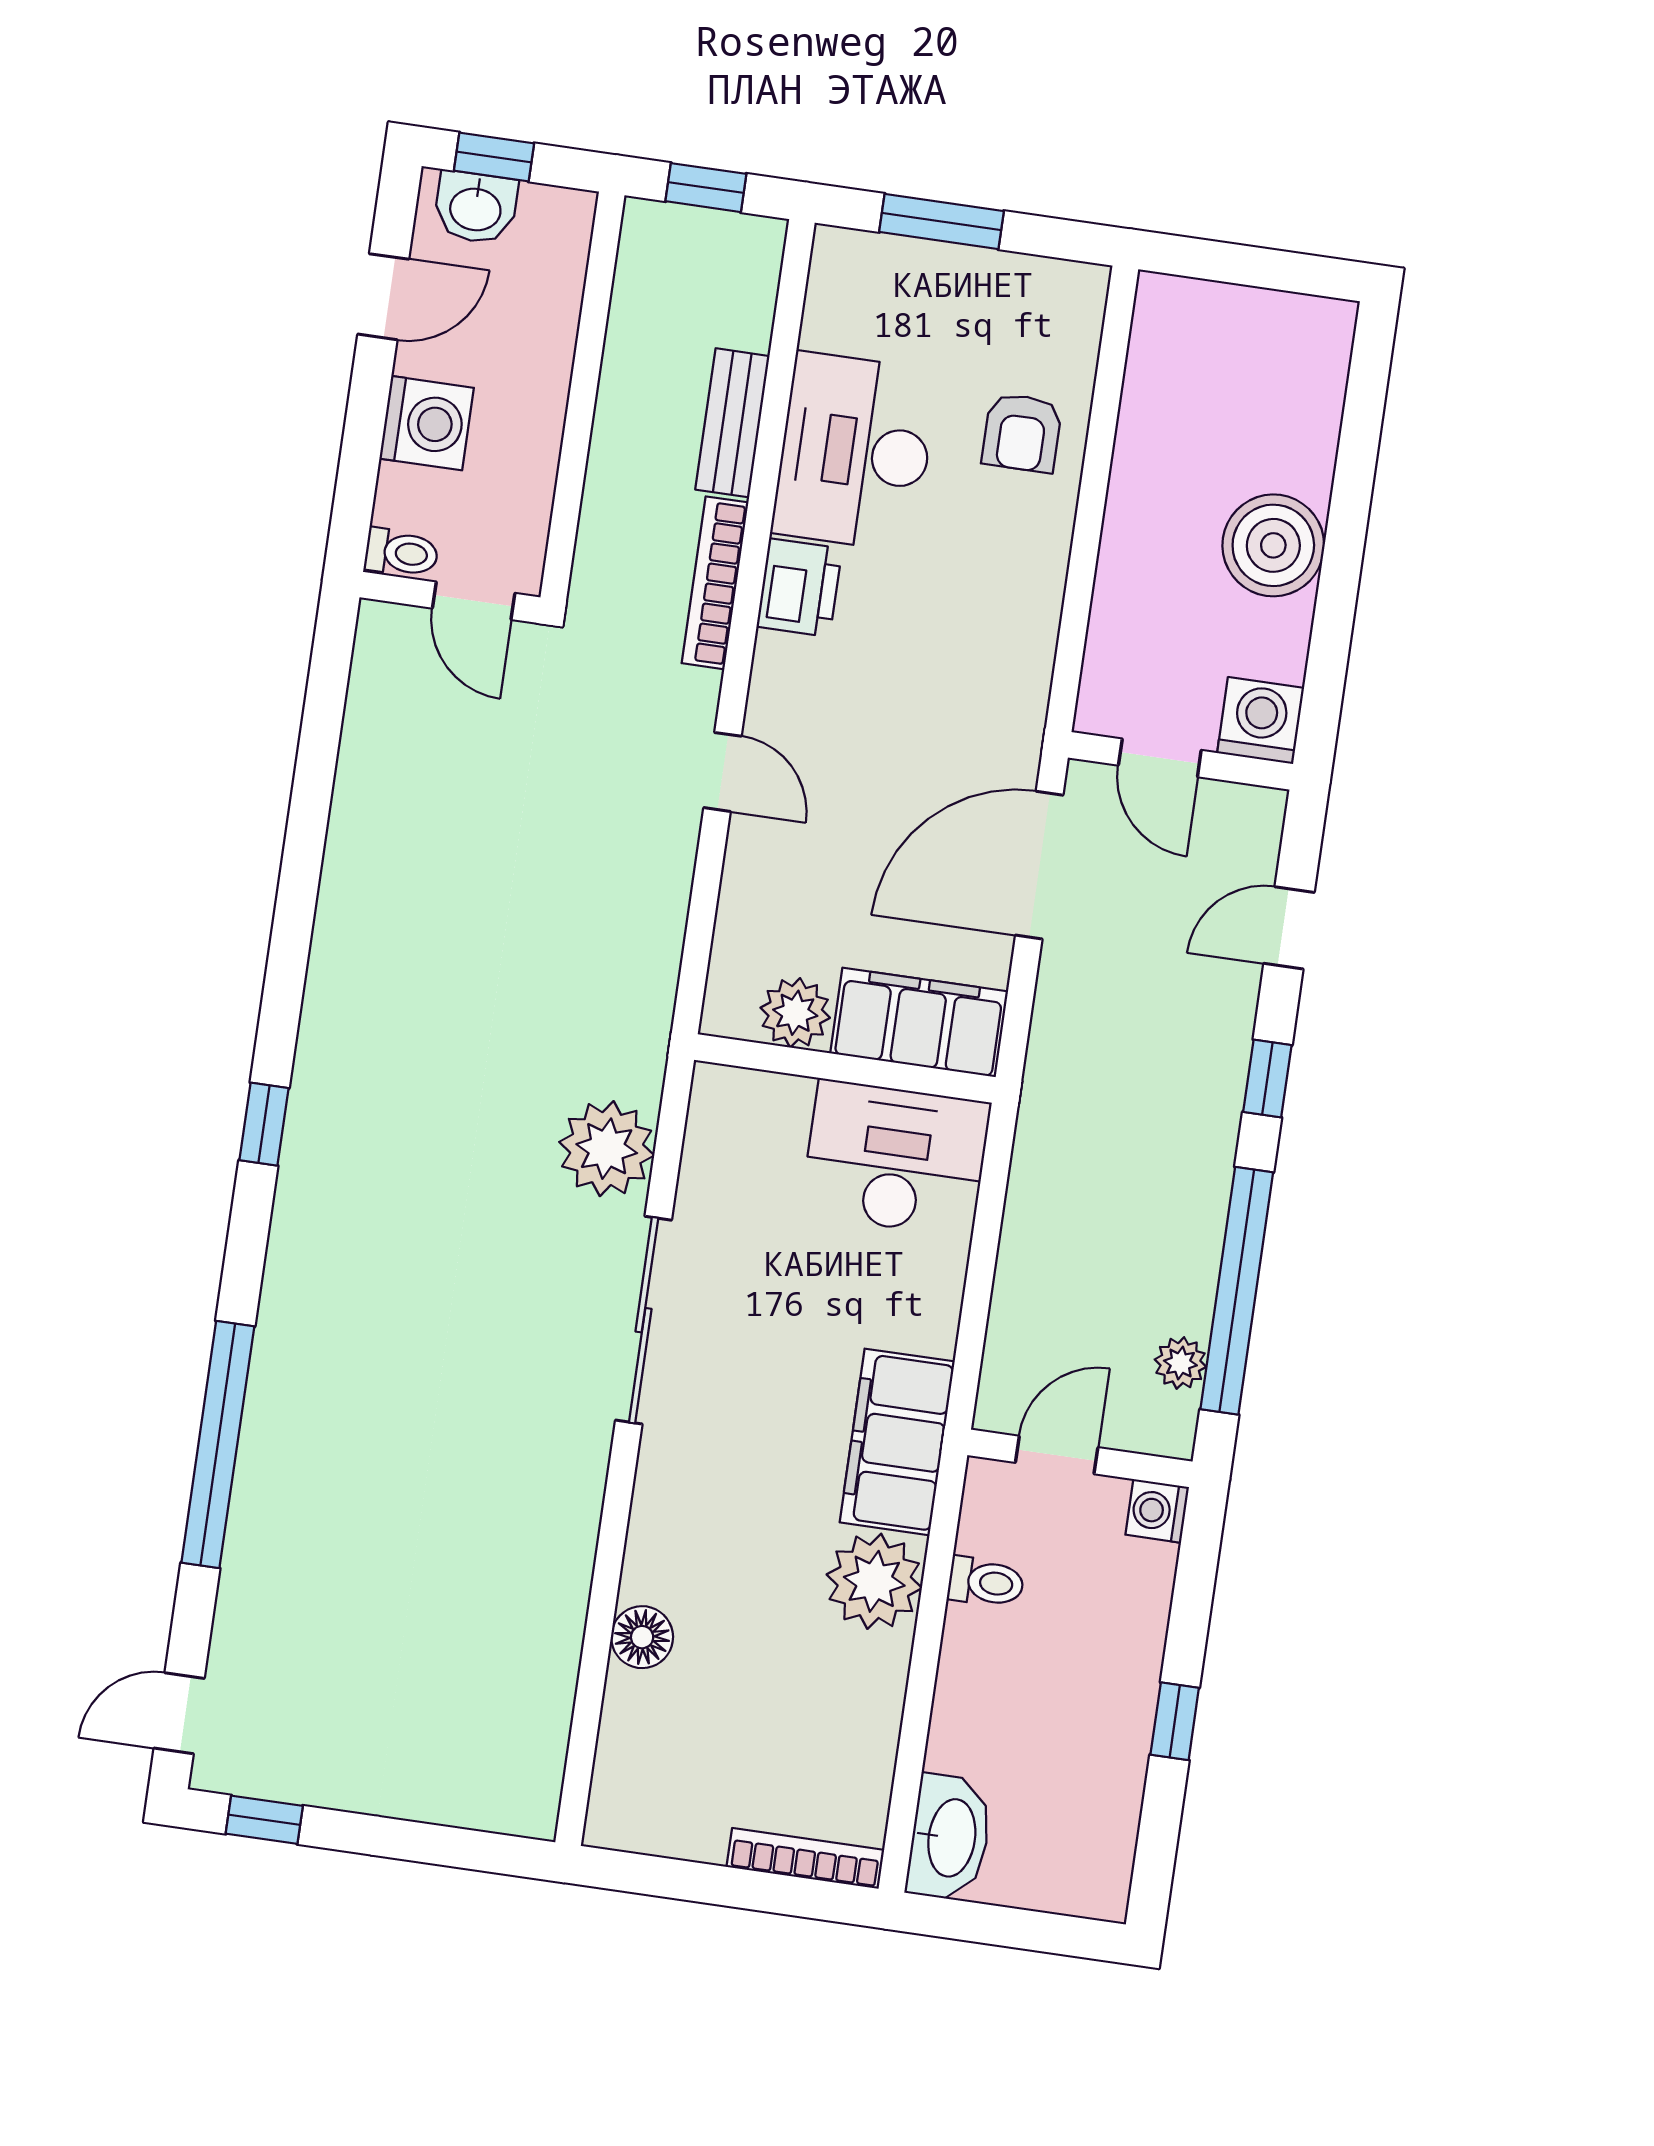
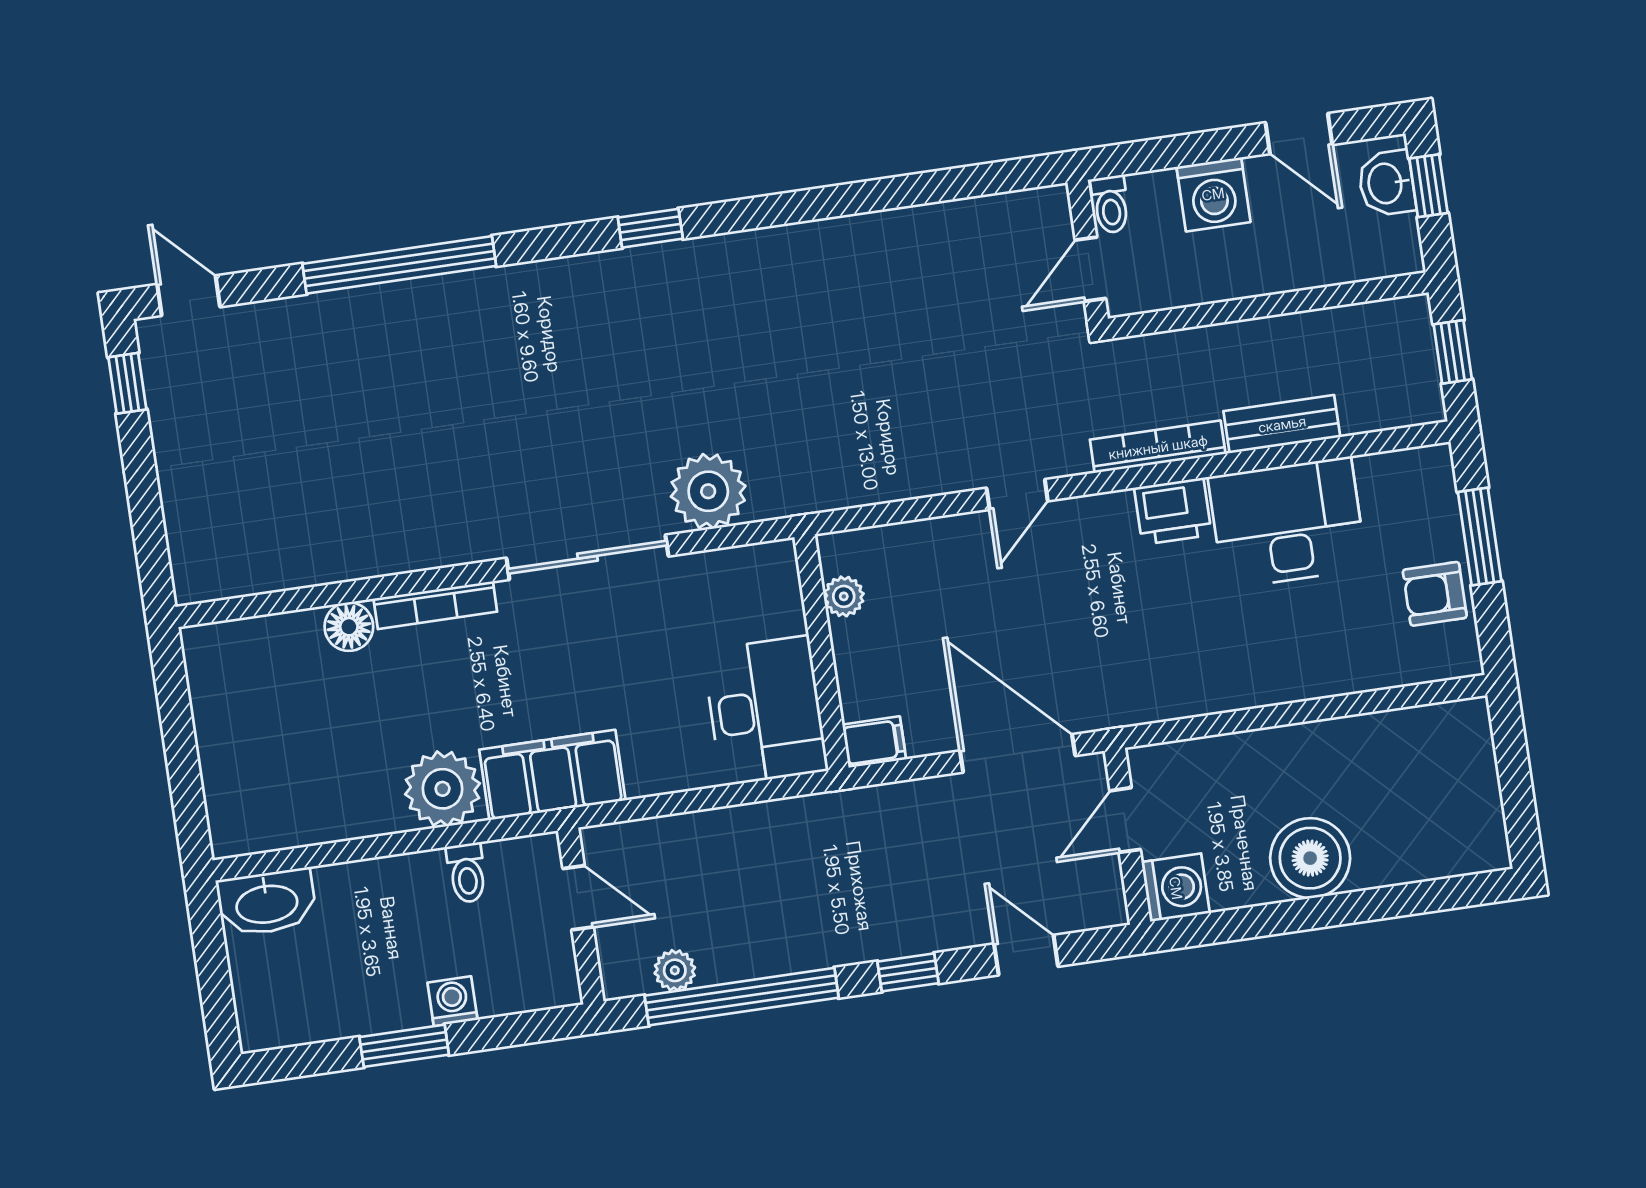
armchair: (1022, 433) -> (1435, 594), moved
plant: (795, 1013) -> (844, 596), width x0.73, depth x0.73
filing cabinet: (919, 1022) -> (874, 742), width x0.33, depth x0.86
washing machine: (1157, 1511) -> (452, 1001), moved
window: (1175, 1721) -> (404, 1046), width x1.50
bookcase: (805, 1858) -> (435, 605), moved, turned 90

